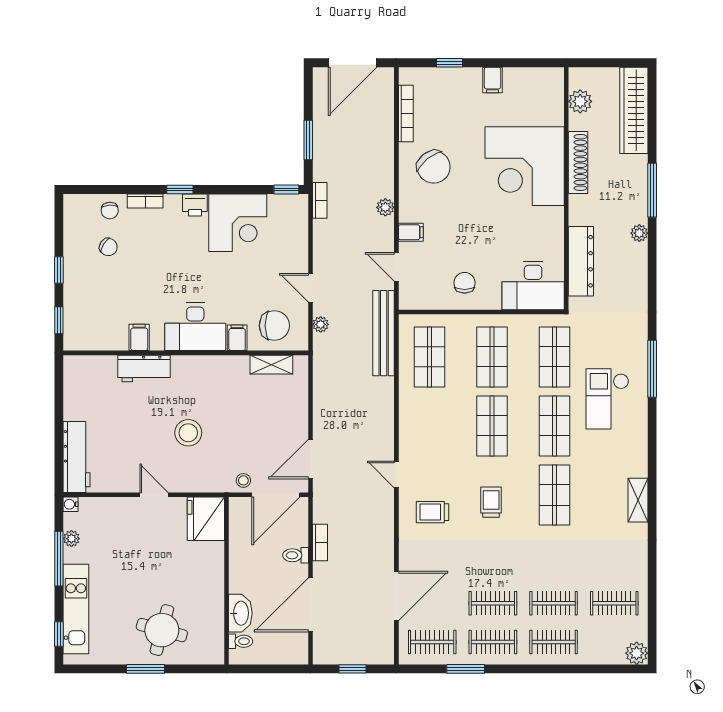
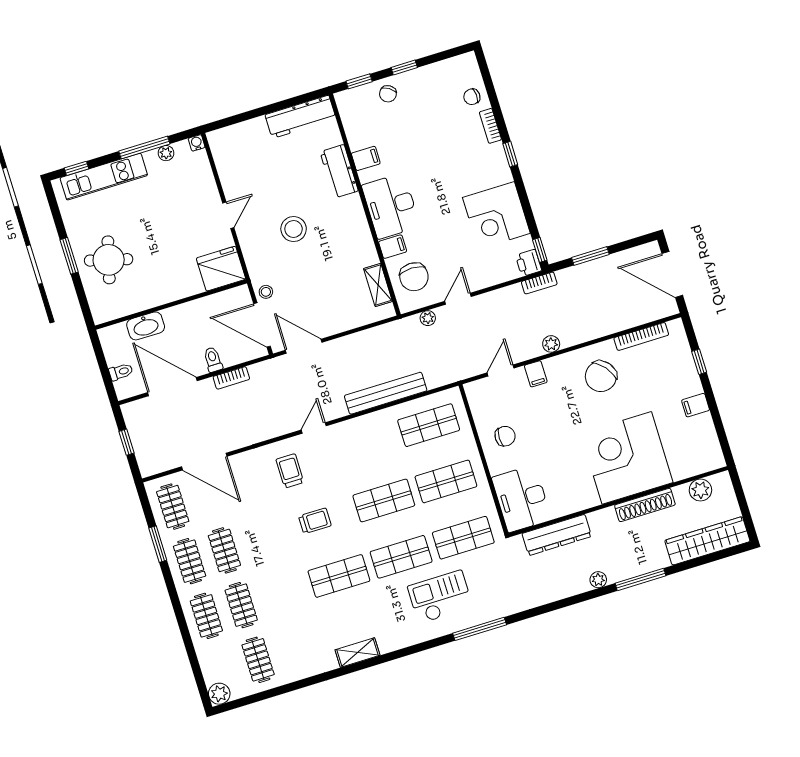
printer: (195, 205) -> (529, 263), moved
chair: (108, 247) -> (388, 94), moved
bench: (384, 333) -> (386, 393), moved
workbench: (77, 457) -> (301, 117), moved
toilet: (241, 641) -> (121, 372), moved, turned -90

